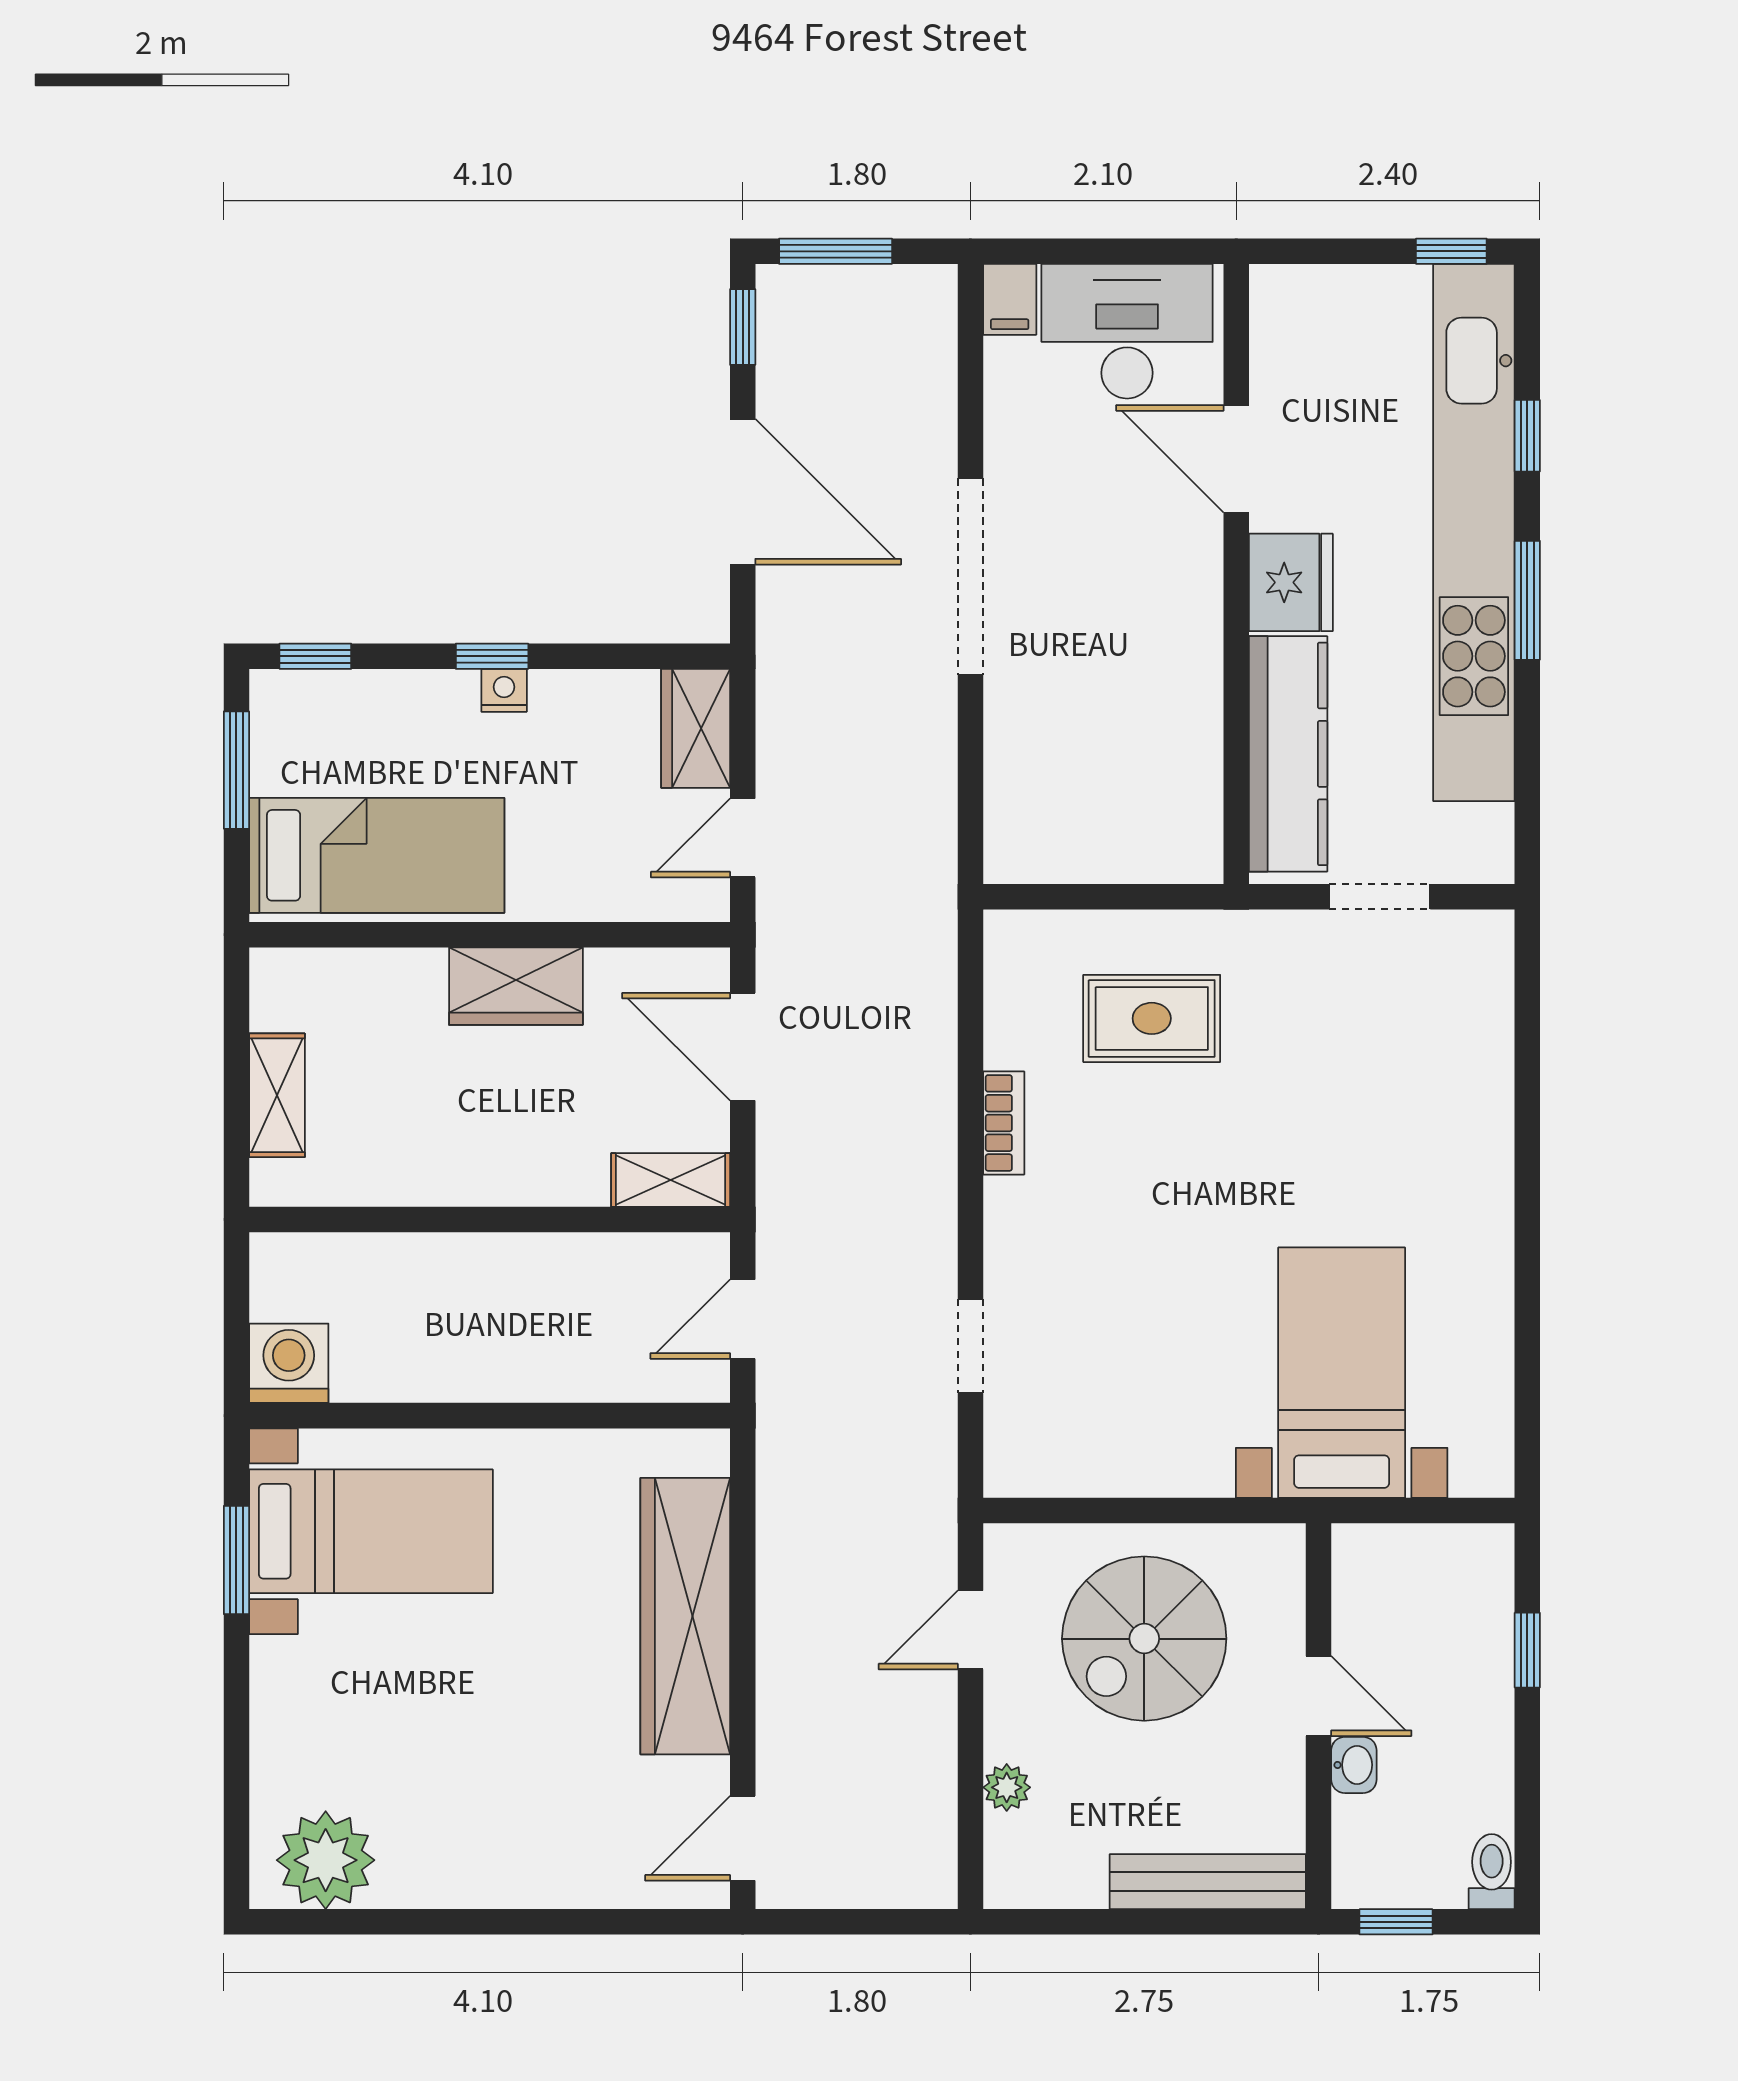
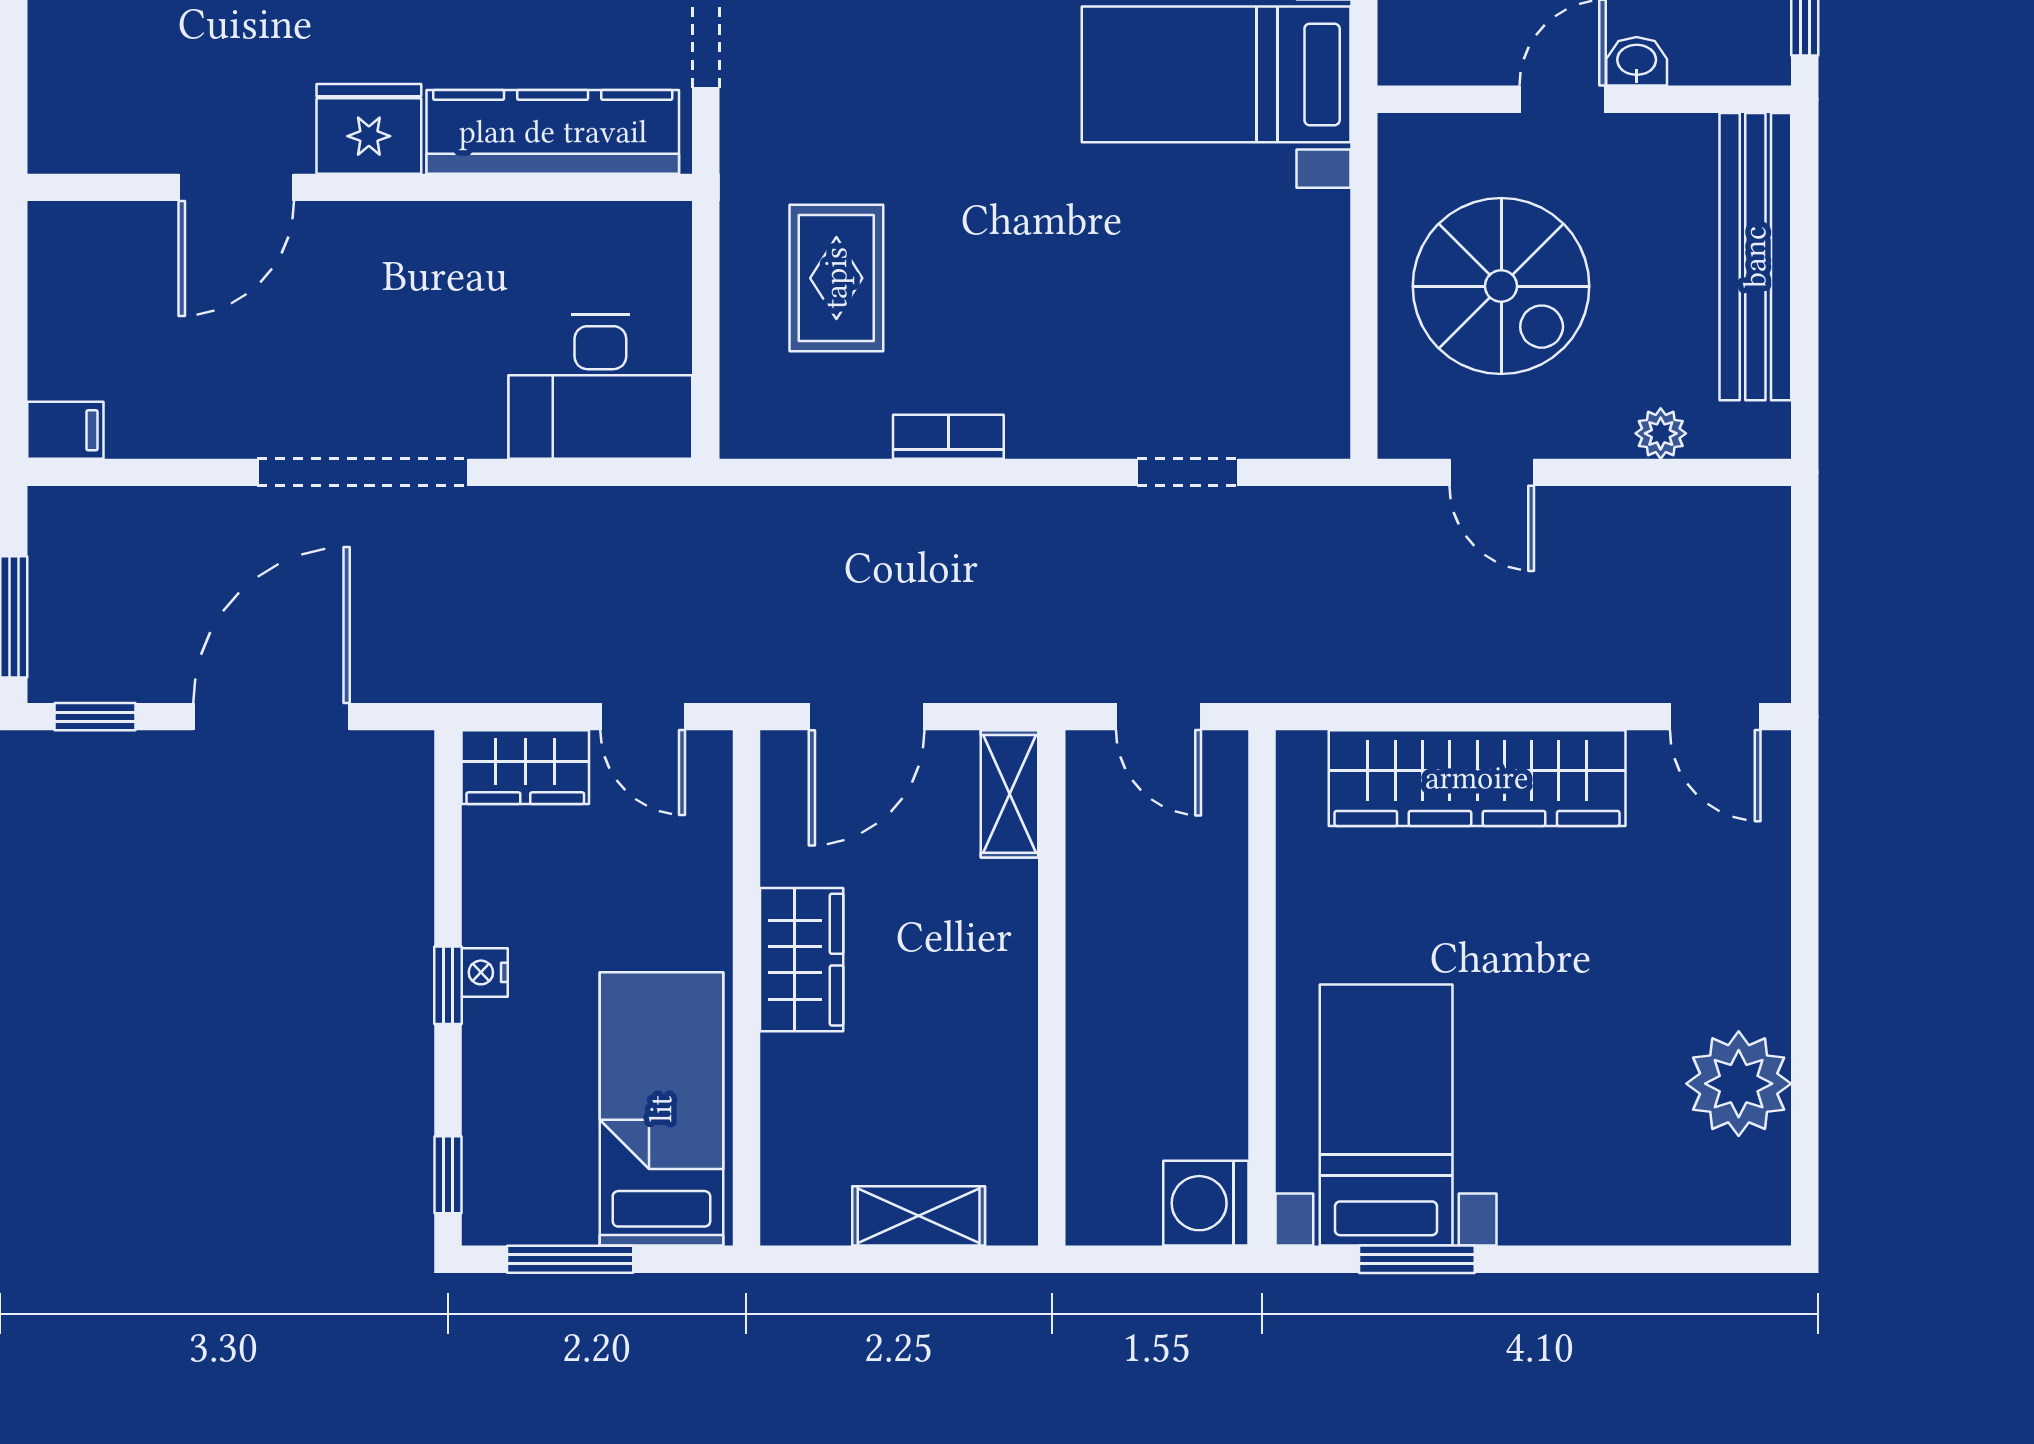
desk: (1127, 331) -> (600, 387), moved, turned -90
plant: (326, 1860) -> (1739, 1084), moved
bench: (1208, 1882) -> (1755, 257), width x1.37, depth x1.21

